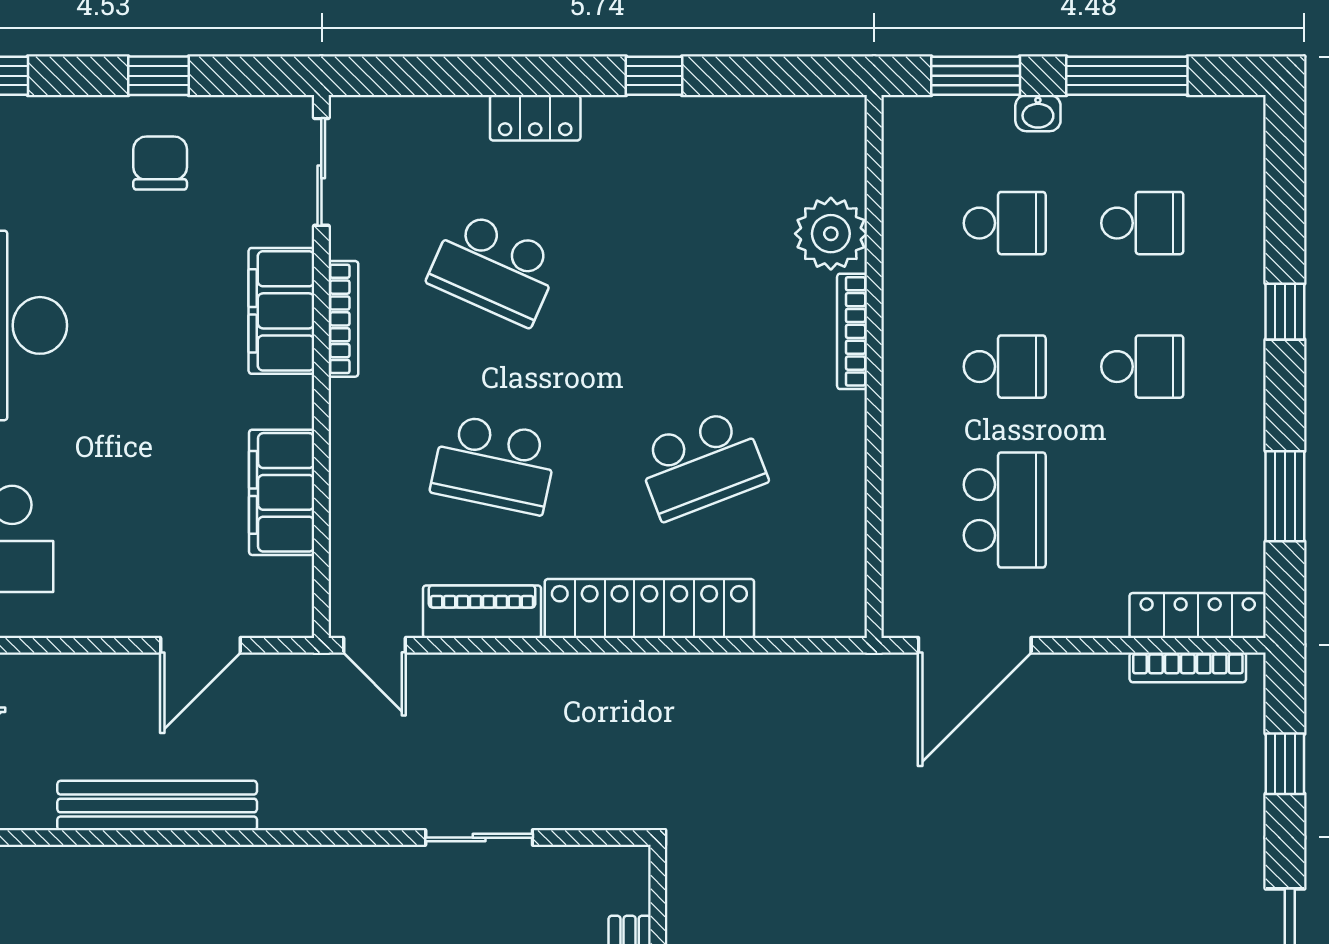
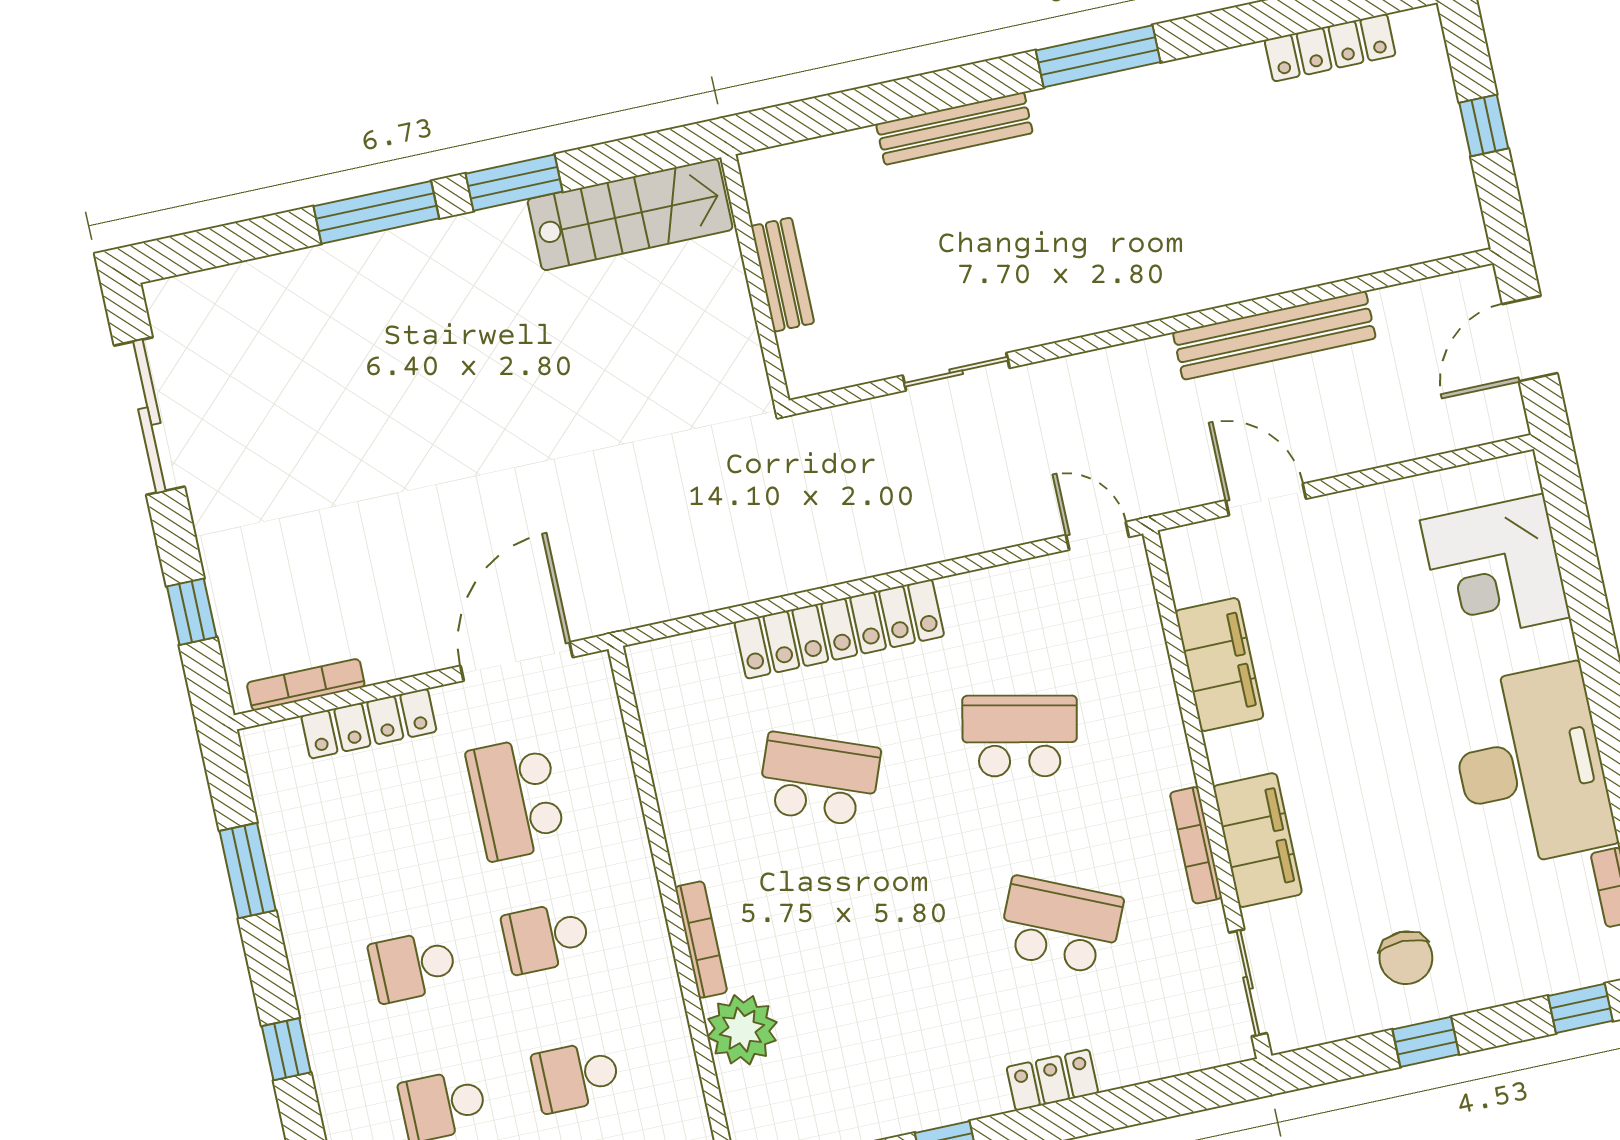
school desk: (701, 464) -> (819, 779), turned 42
piano: (482, 612) -> (1000, 591), removed
locker: (1198, 616) -> (369, 724), moved
door: (200, 645) -> (1266, 500), hinge flipped

